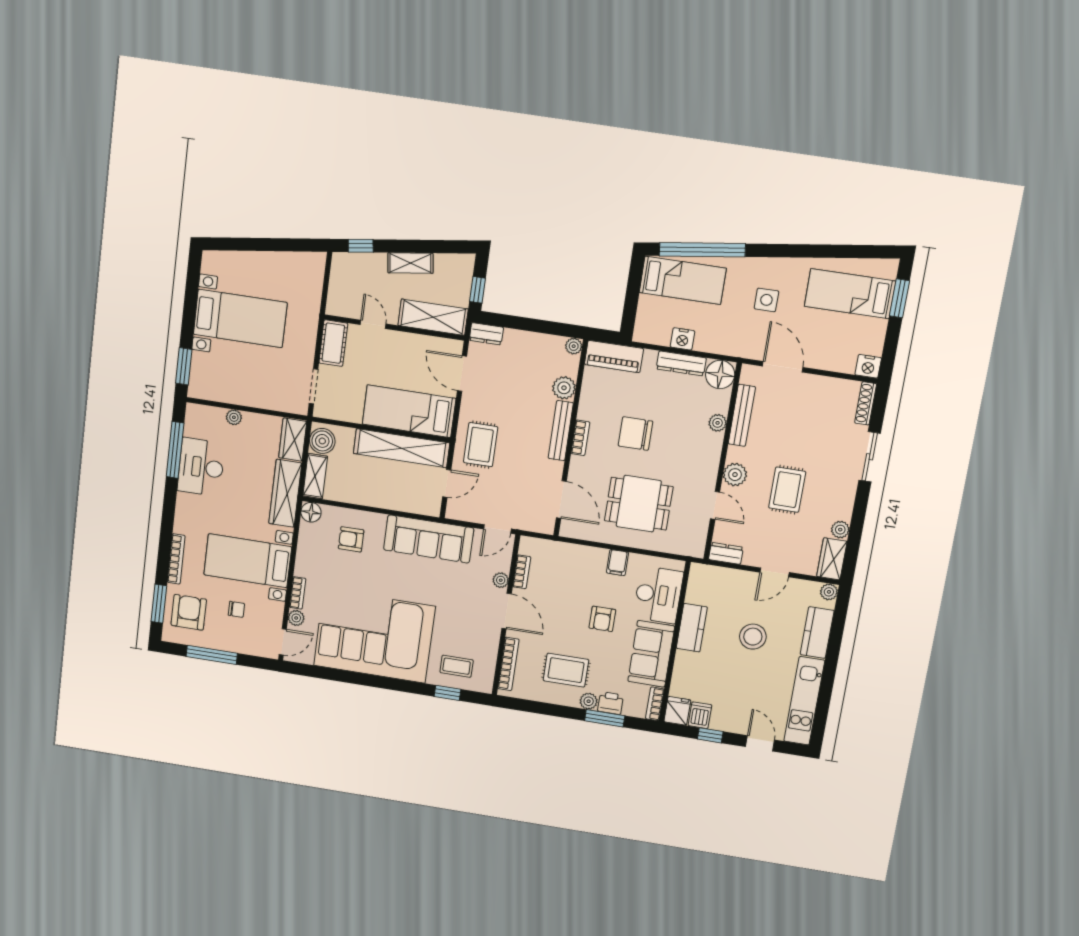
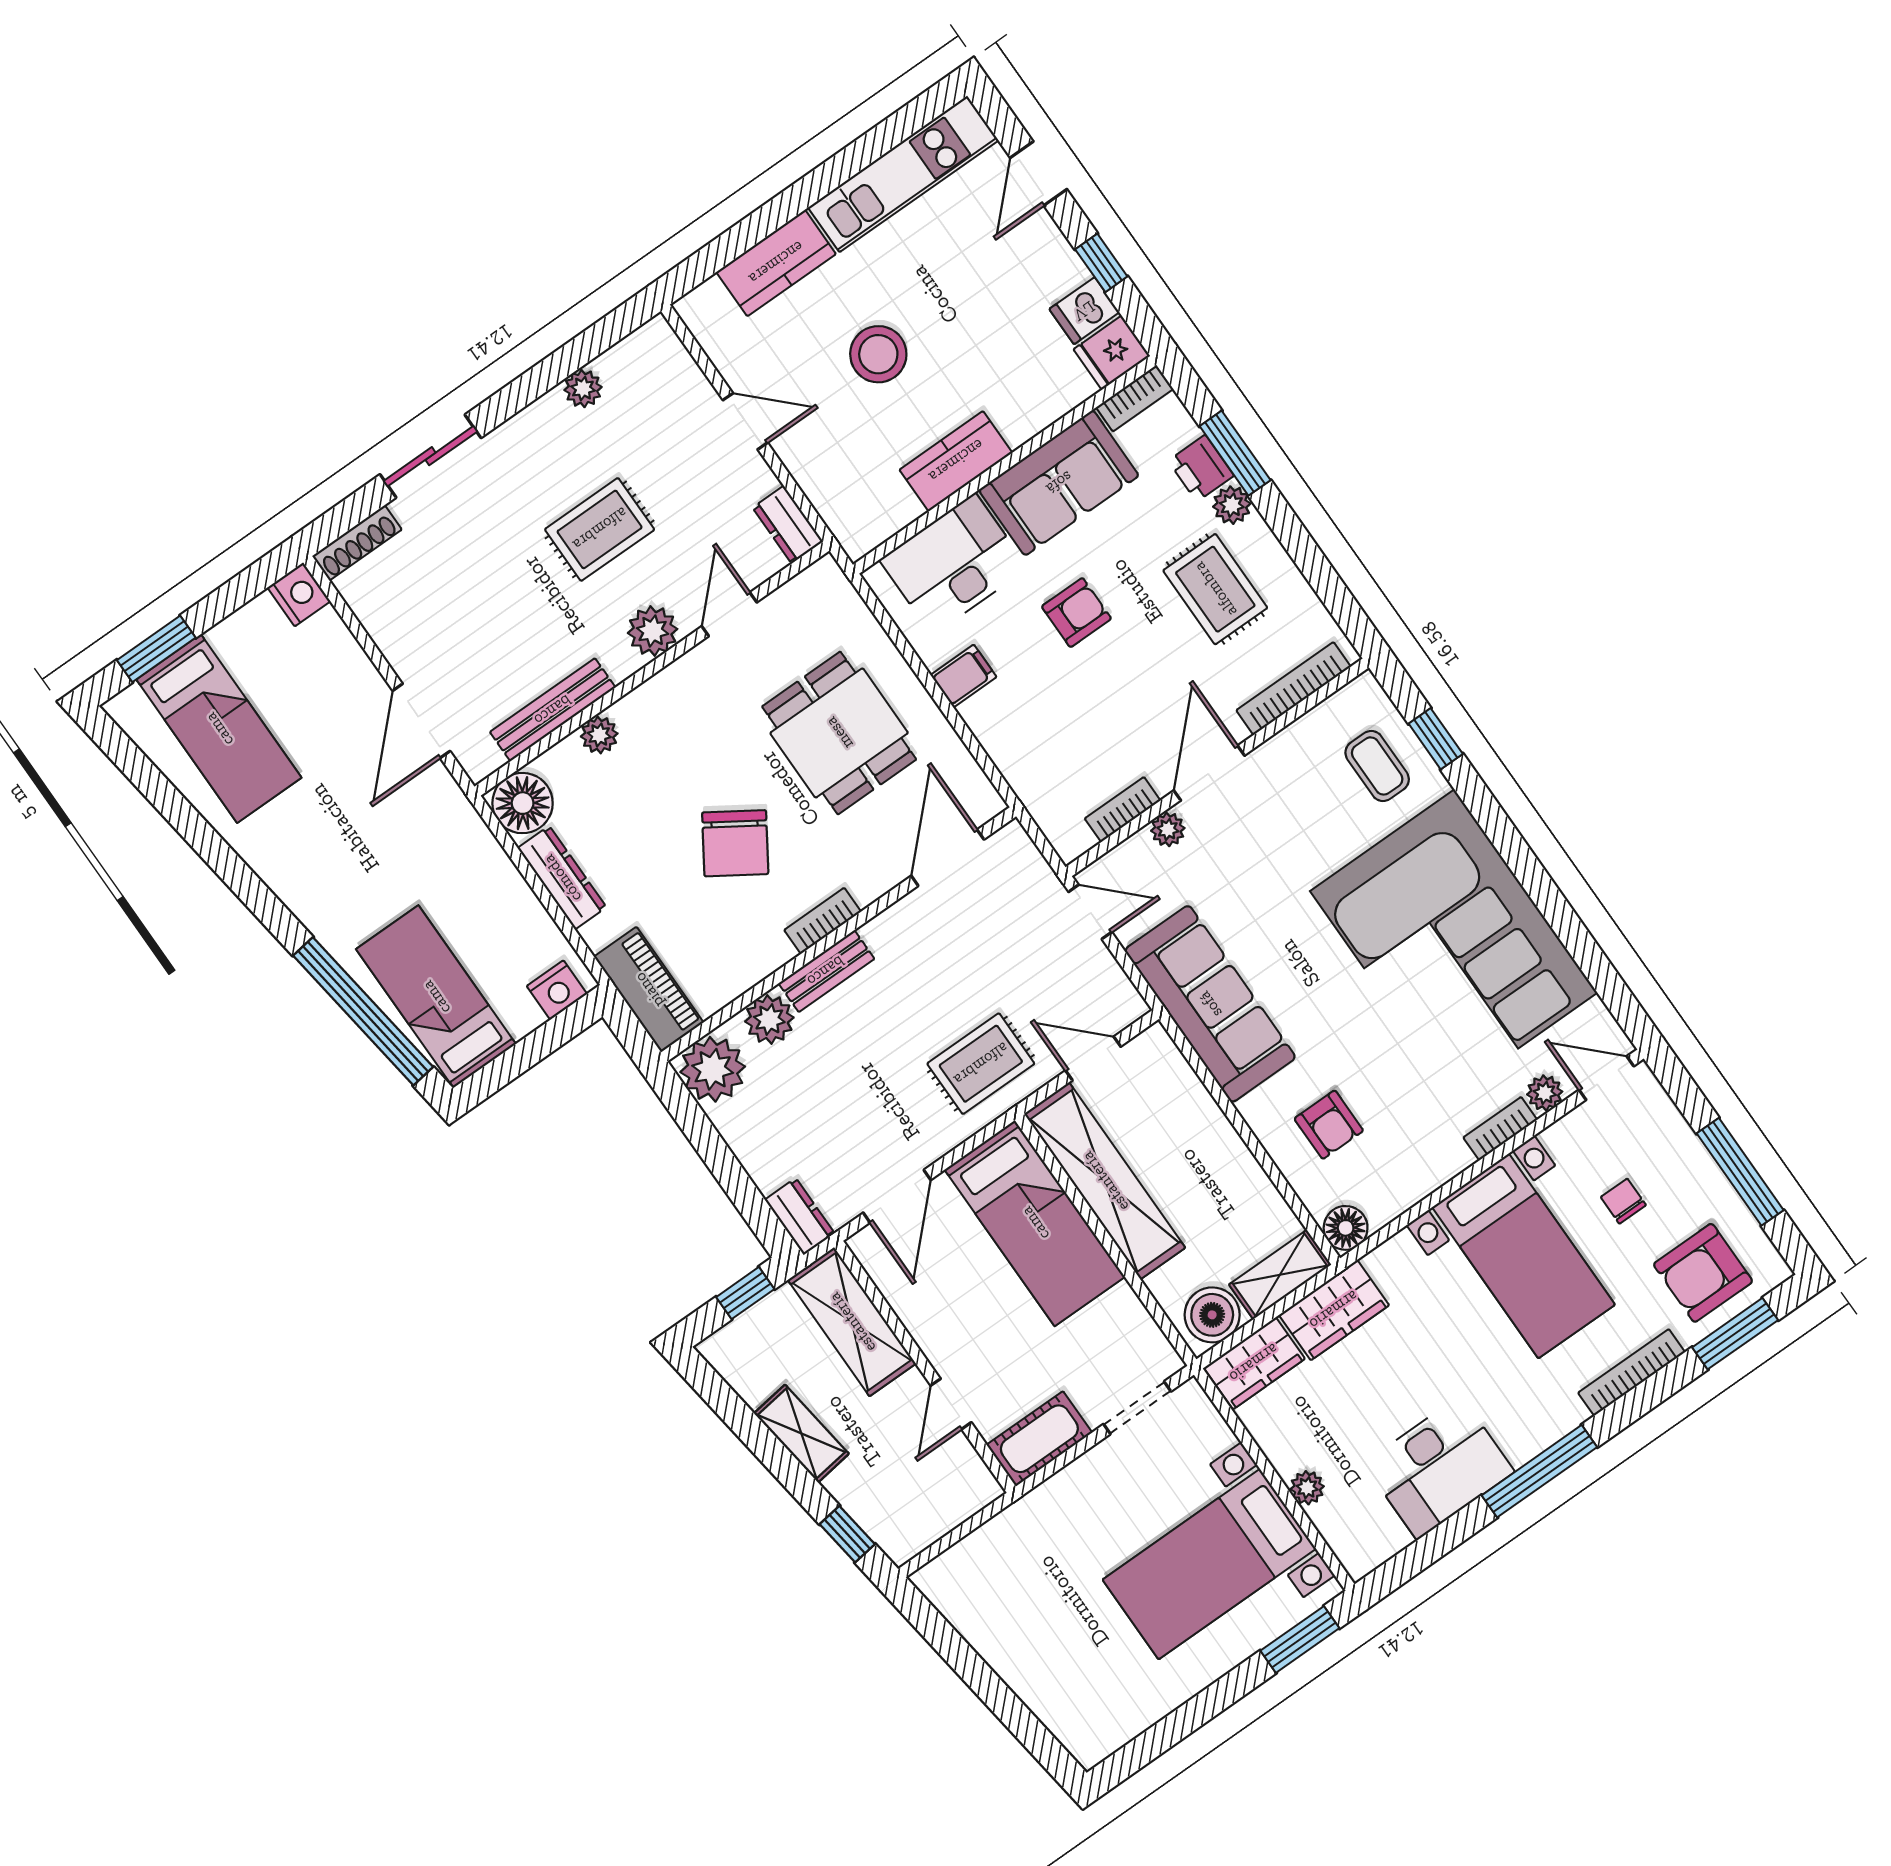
side table: (766, 300) -> (346, 843), removed
bed with nightstands: (240, 318) -> (1209, 1564), moved, turned -90
nightstand: (682, 339) -> (557, 990), moved, turned 90
plant: (574, 346) -> (713, 1069), width x1.88, depth x1.88
bench: (561, 431) -> (826, 971), width x0.73
chair: (635, 434) -> (735, 843), turned 33
window: (175, 450) -> (1539, 1471), moved
wardrobe: (285, 493) -> (1334, 1310), width x0.67
wardrobe: (832, 559) -> (640, 356), removed
plant: (829, 592) -> (695, 309), removed

